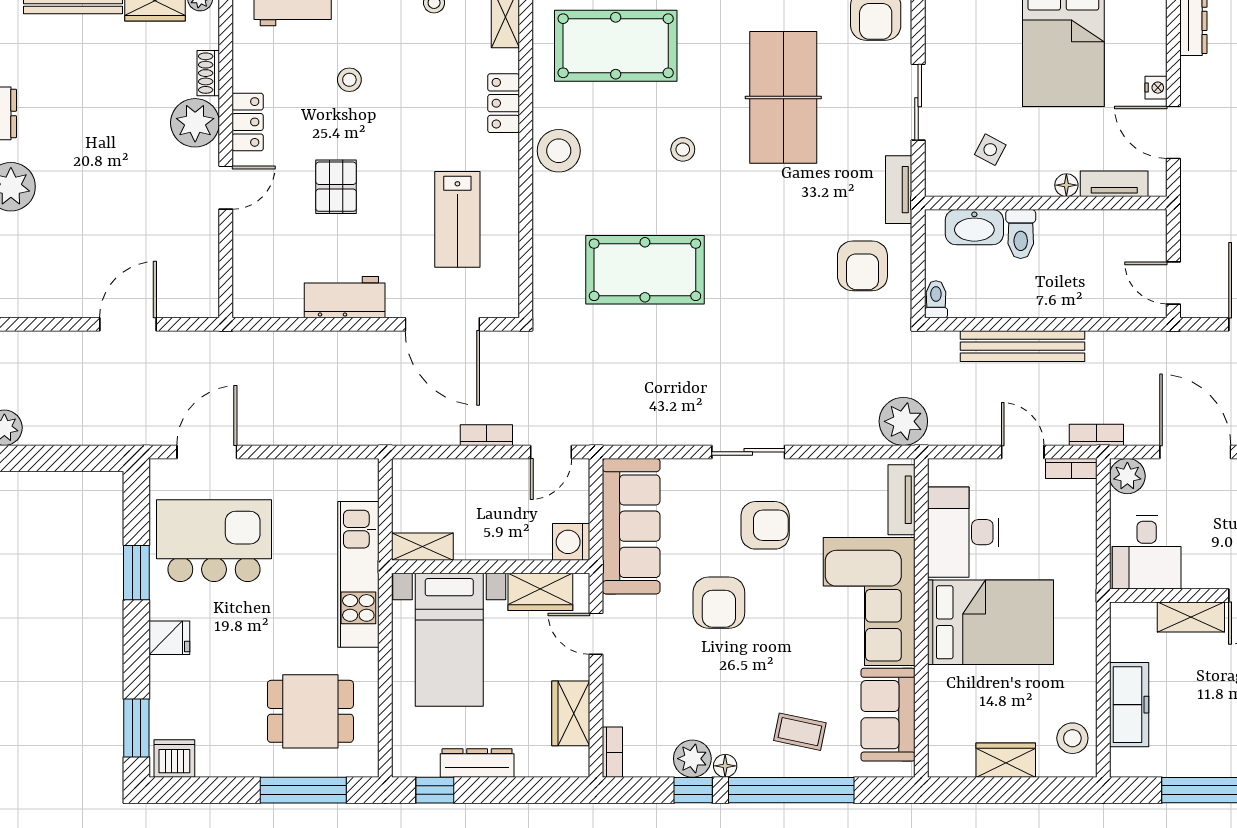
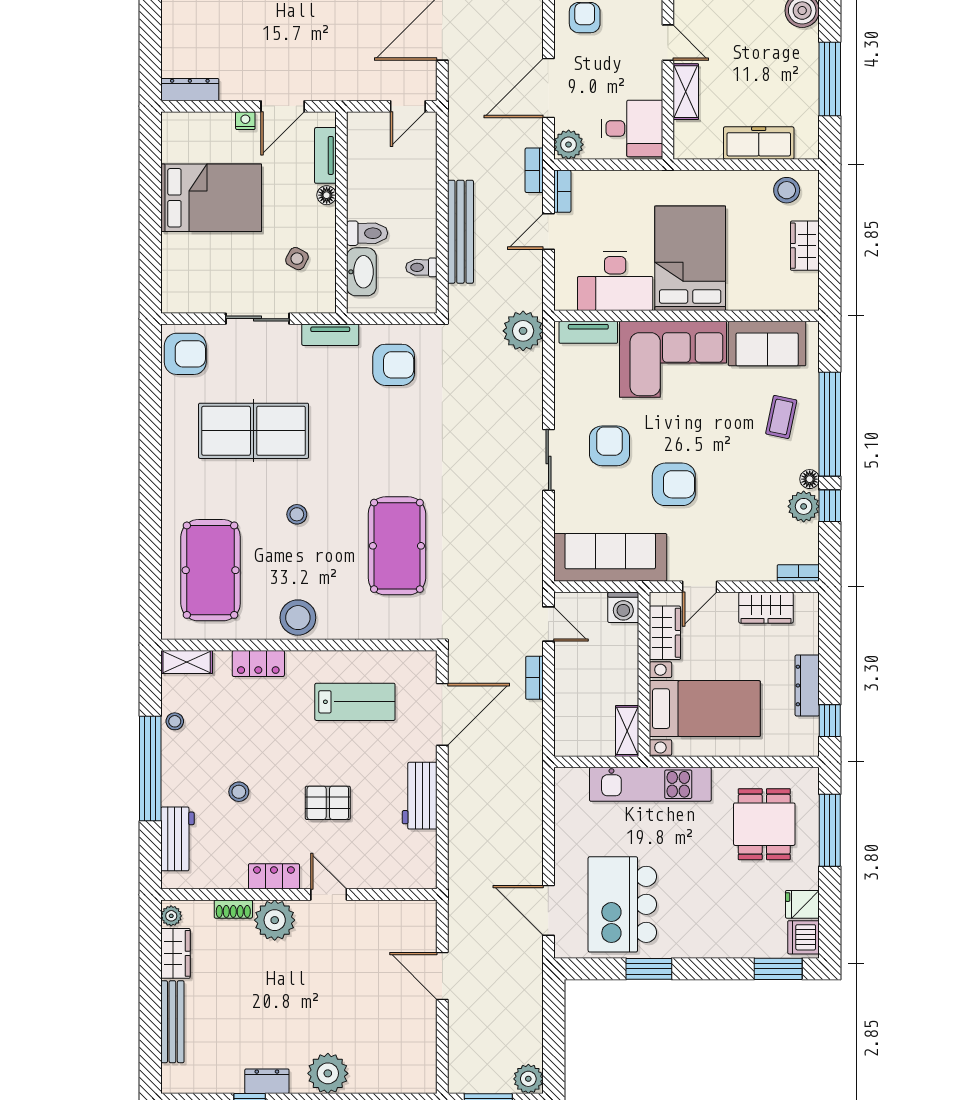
toilet: (936, 299) -> (421, 267), moved
fridge: (169, 638) -> (802, 904), moved, turned -90

